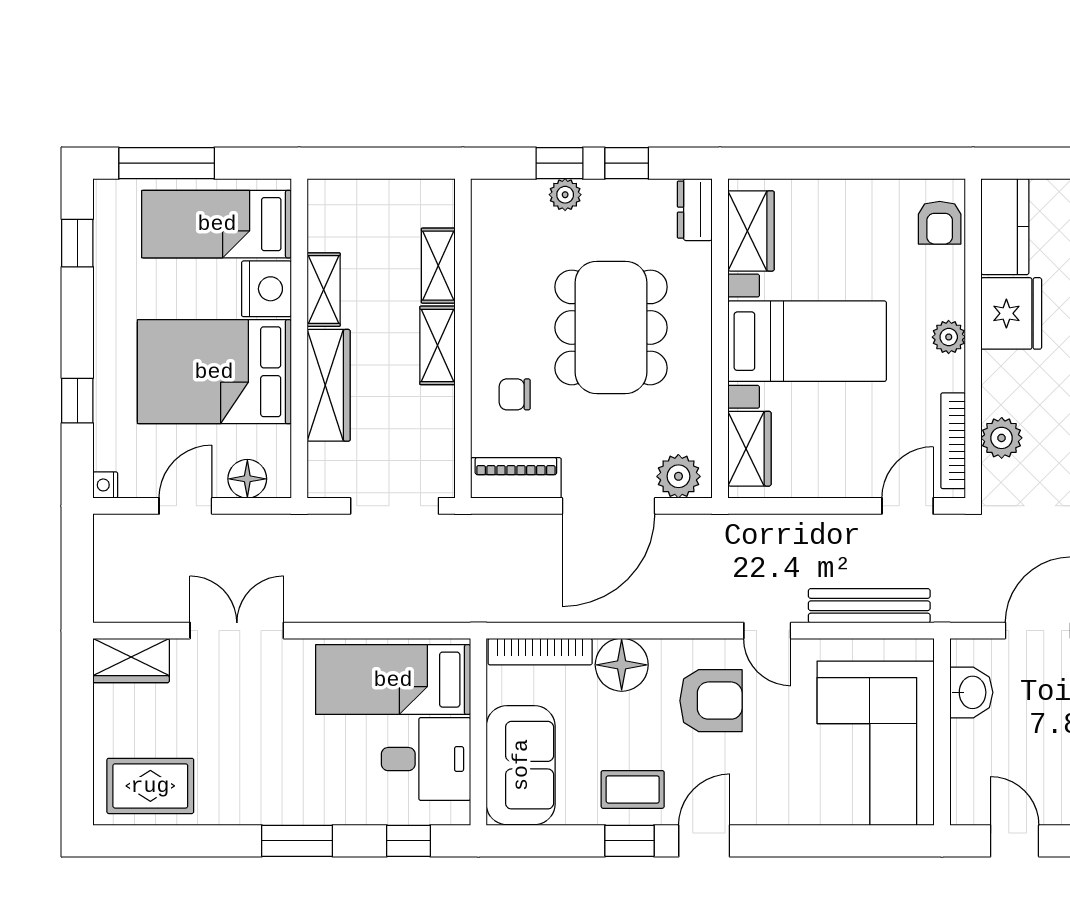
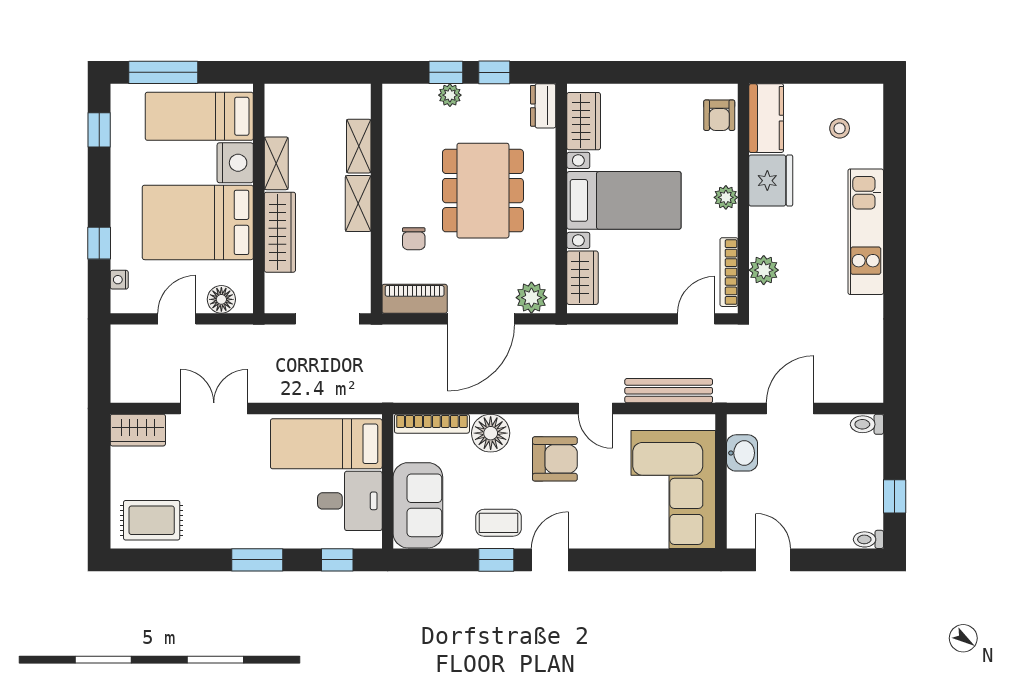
chair: (515, 394) -> (414, 239), turned -90
nightstand: (105, 485) -> (119, 280), moved

